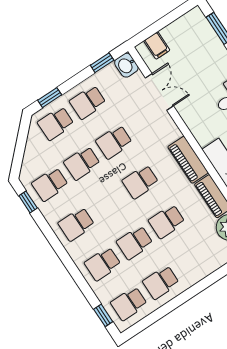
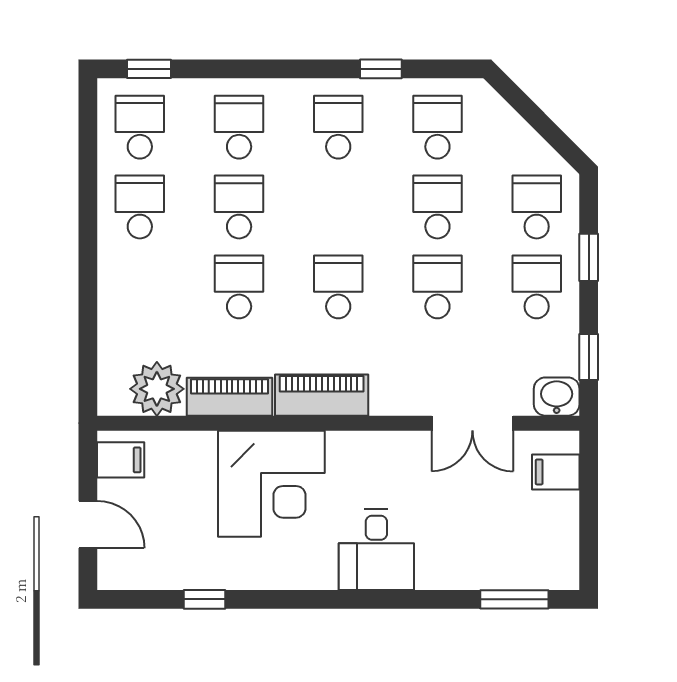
window: (50, 98) -> (589, 257), moved
window: (28, 202) -> (381, 69), moved

